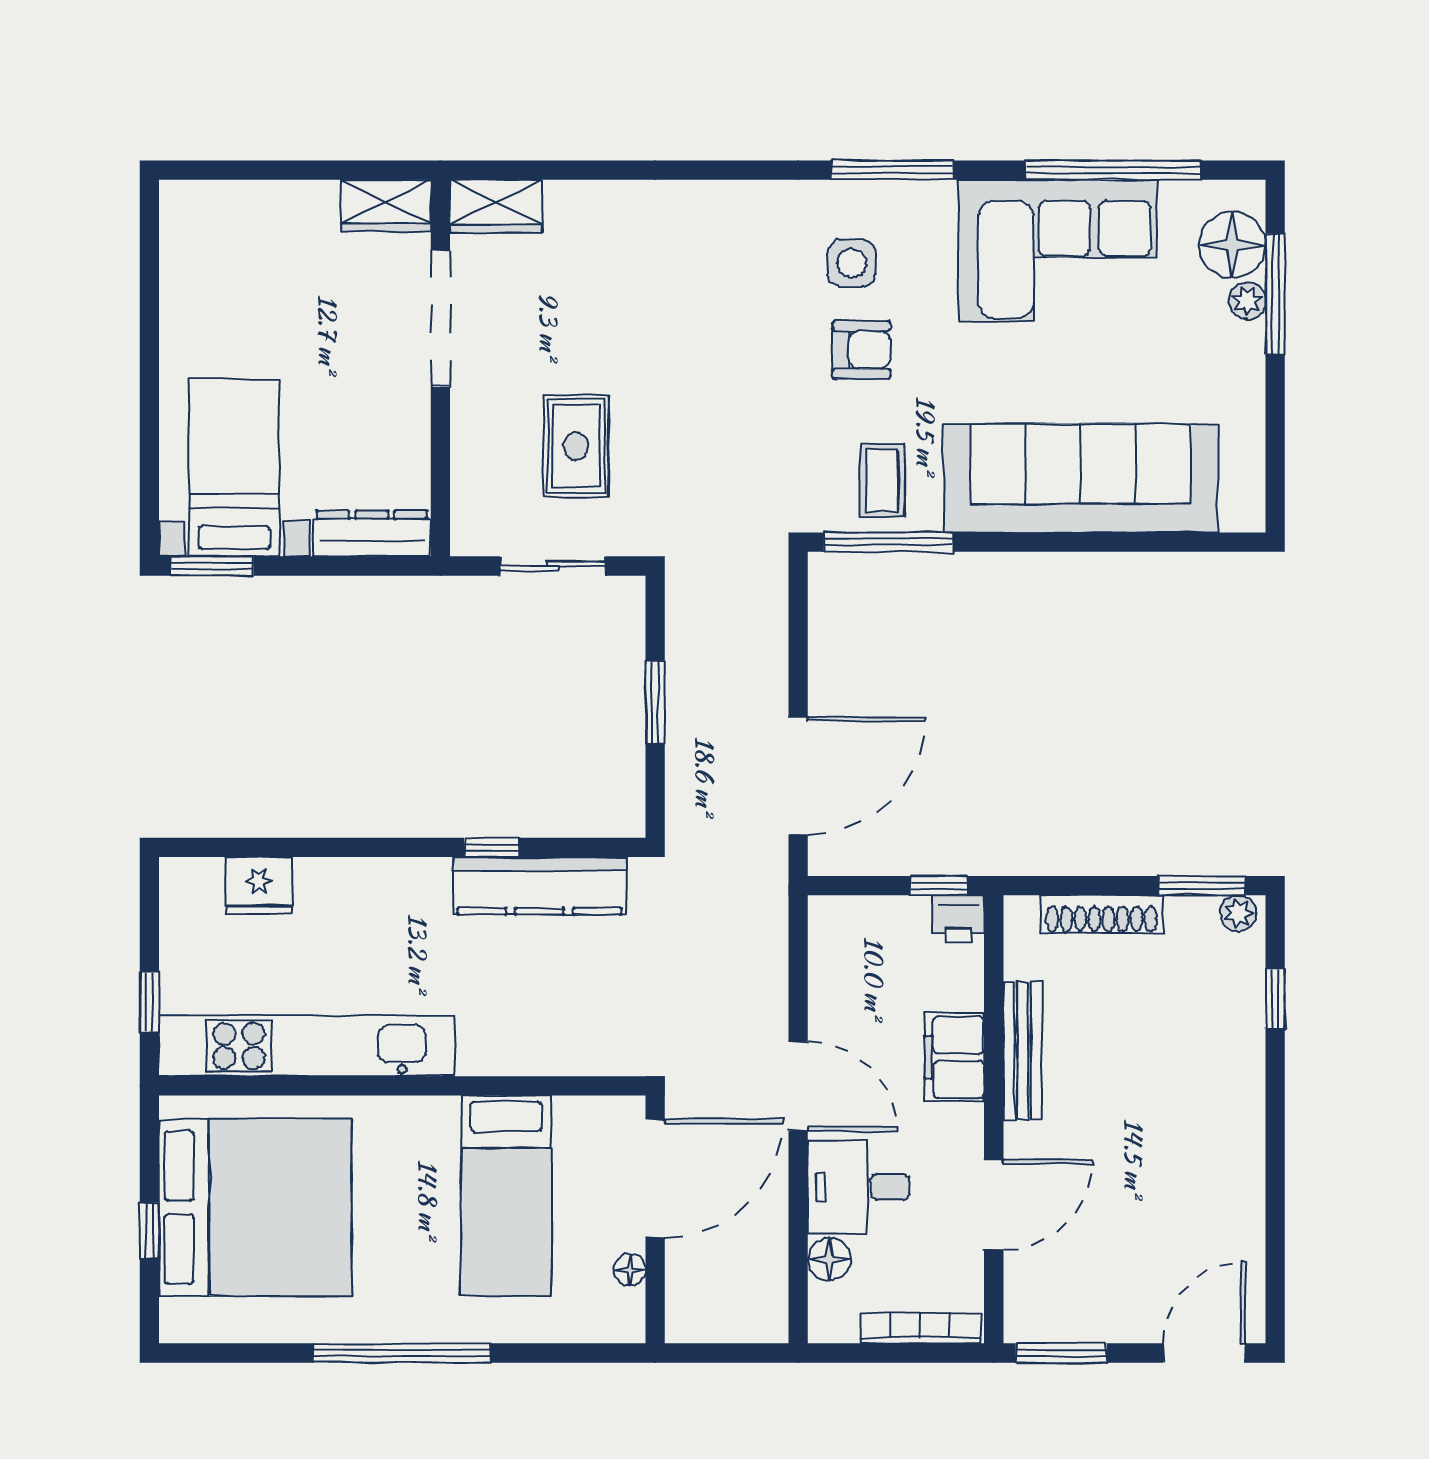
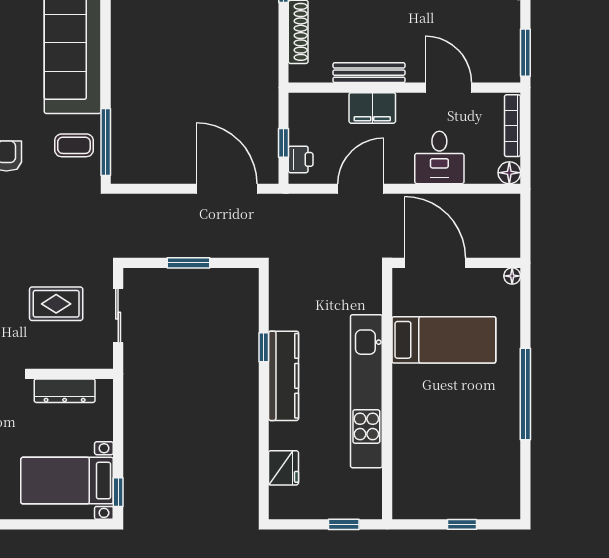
dresser: (372, 534) -> (65, 391), moved, turned -90
window: (212, 566) -> (118, 492), width x0.67
kitchen counter: (540, 886) -> (284, 376), moved
window: (939, 886) -> (283, 143), moved
printer: (958, 919) -> (301, 159), moved
kitchen unit: (307, 1046) -> (366, 391), moved
door: (798, 1086) -> (361, 189), moved
bed: (255, 1207) -> (450, 470), removed
floor lamp: (829, 1259) -> (509, 173), moved
floor lamp: (630, 1270) -> (512, 276), moved

